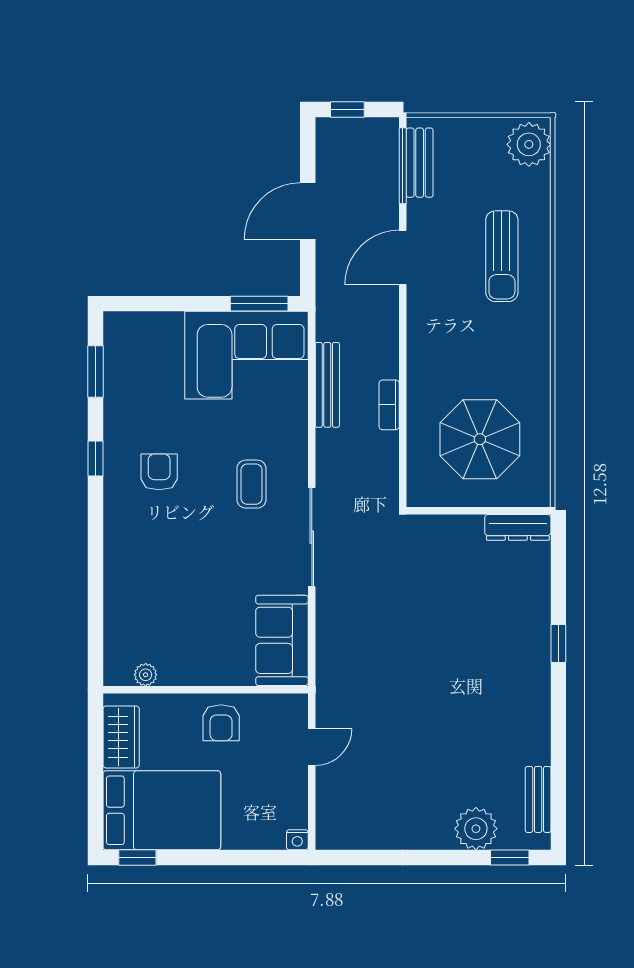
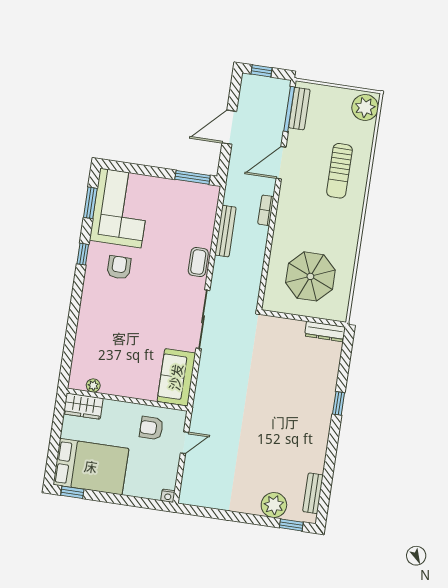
corner sofa: (247, 355) -> (121, 208), moved, turned -90
bookcase: (389, 405) -> (266, 210), moved
coffee table: (251, 484) -> (198, 262), moved
armchair: (221, 723) -> (151, 428), moved, turned 90
wardrobe: (121, 737) -> (83, 406), moved, turned 90

